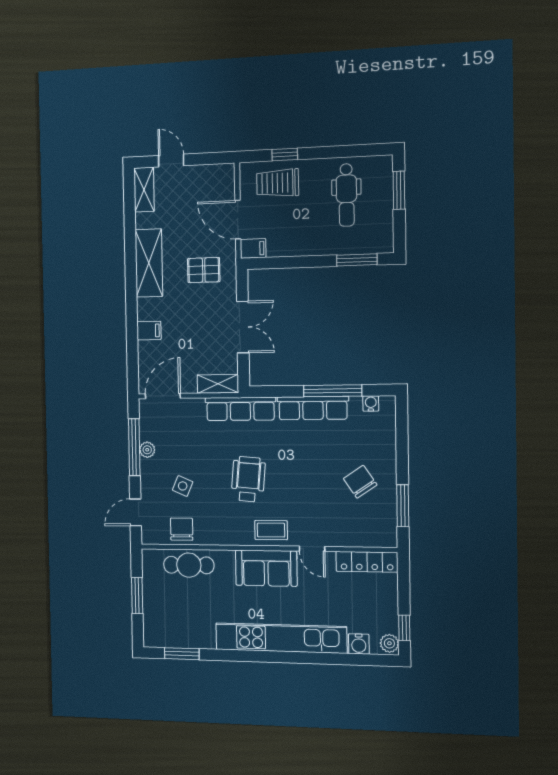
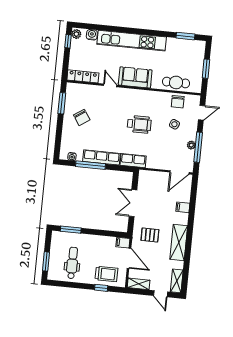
shelving: (218, 384) -> (139, 284), moved
row of seats: (240, 409) -> (133, 161), width x0.68
wheelchair: (248, 479) -> (139, 124), turned -95
coffee table: (271, 530) -> (130, 97), removed

